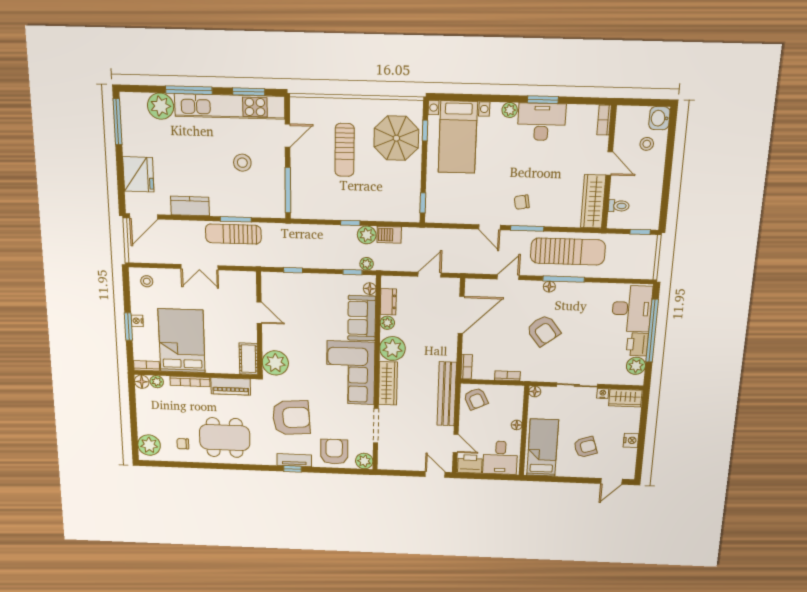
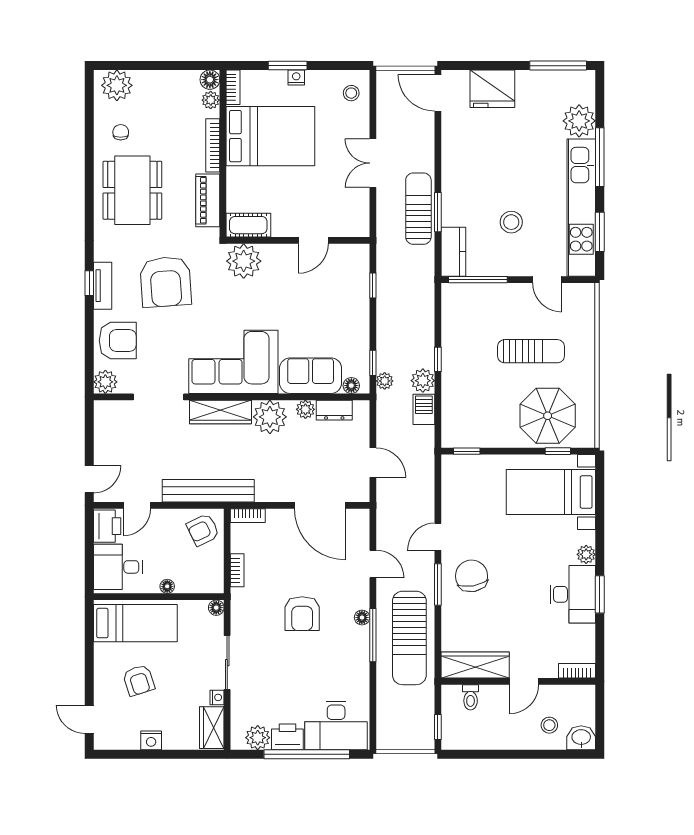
sun lounger: (345, 150) -> (531, 351), turned 180
chair: (522, 202) -> (472, 576), width x1.87, depth x1.87
kitchen counter: (190, 206) -> (453, 252), moved
armchair: (543, 331) -> (302, 614), turned -52

